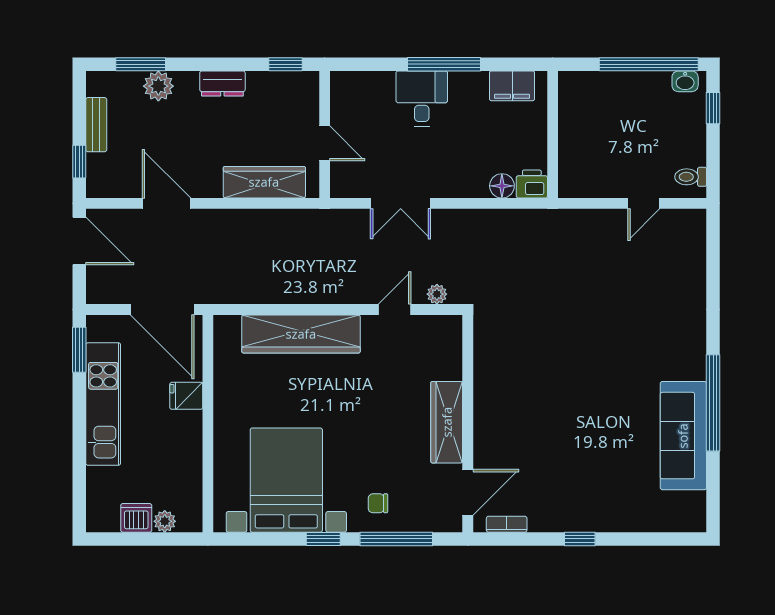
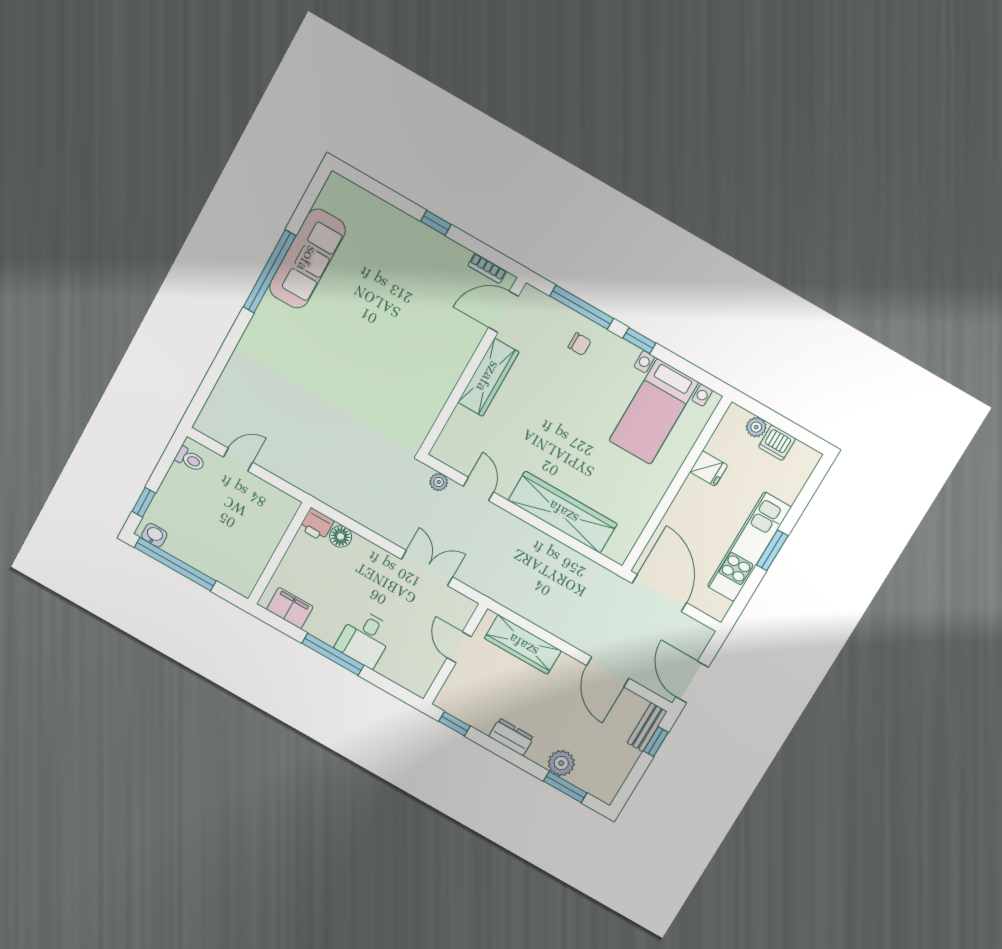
bench: (96, 125) -> (647, 727), moved
door: (395, 310) -> (479, 489), swing flipped
window: (79, 350) -> (772, 550), moved
fridge: (186, 396) -> (709, 468), moved
bed with nightstands: (286, 480) -> (654, 412), width x0.73

